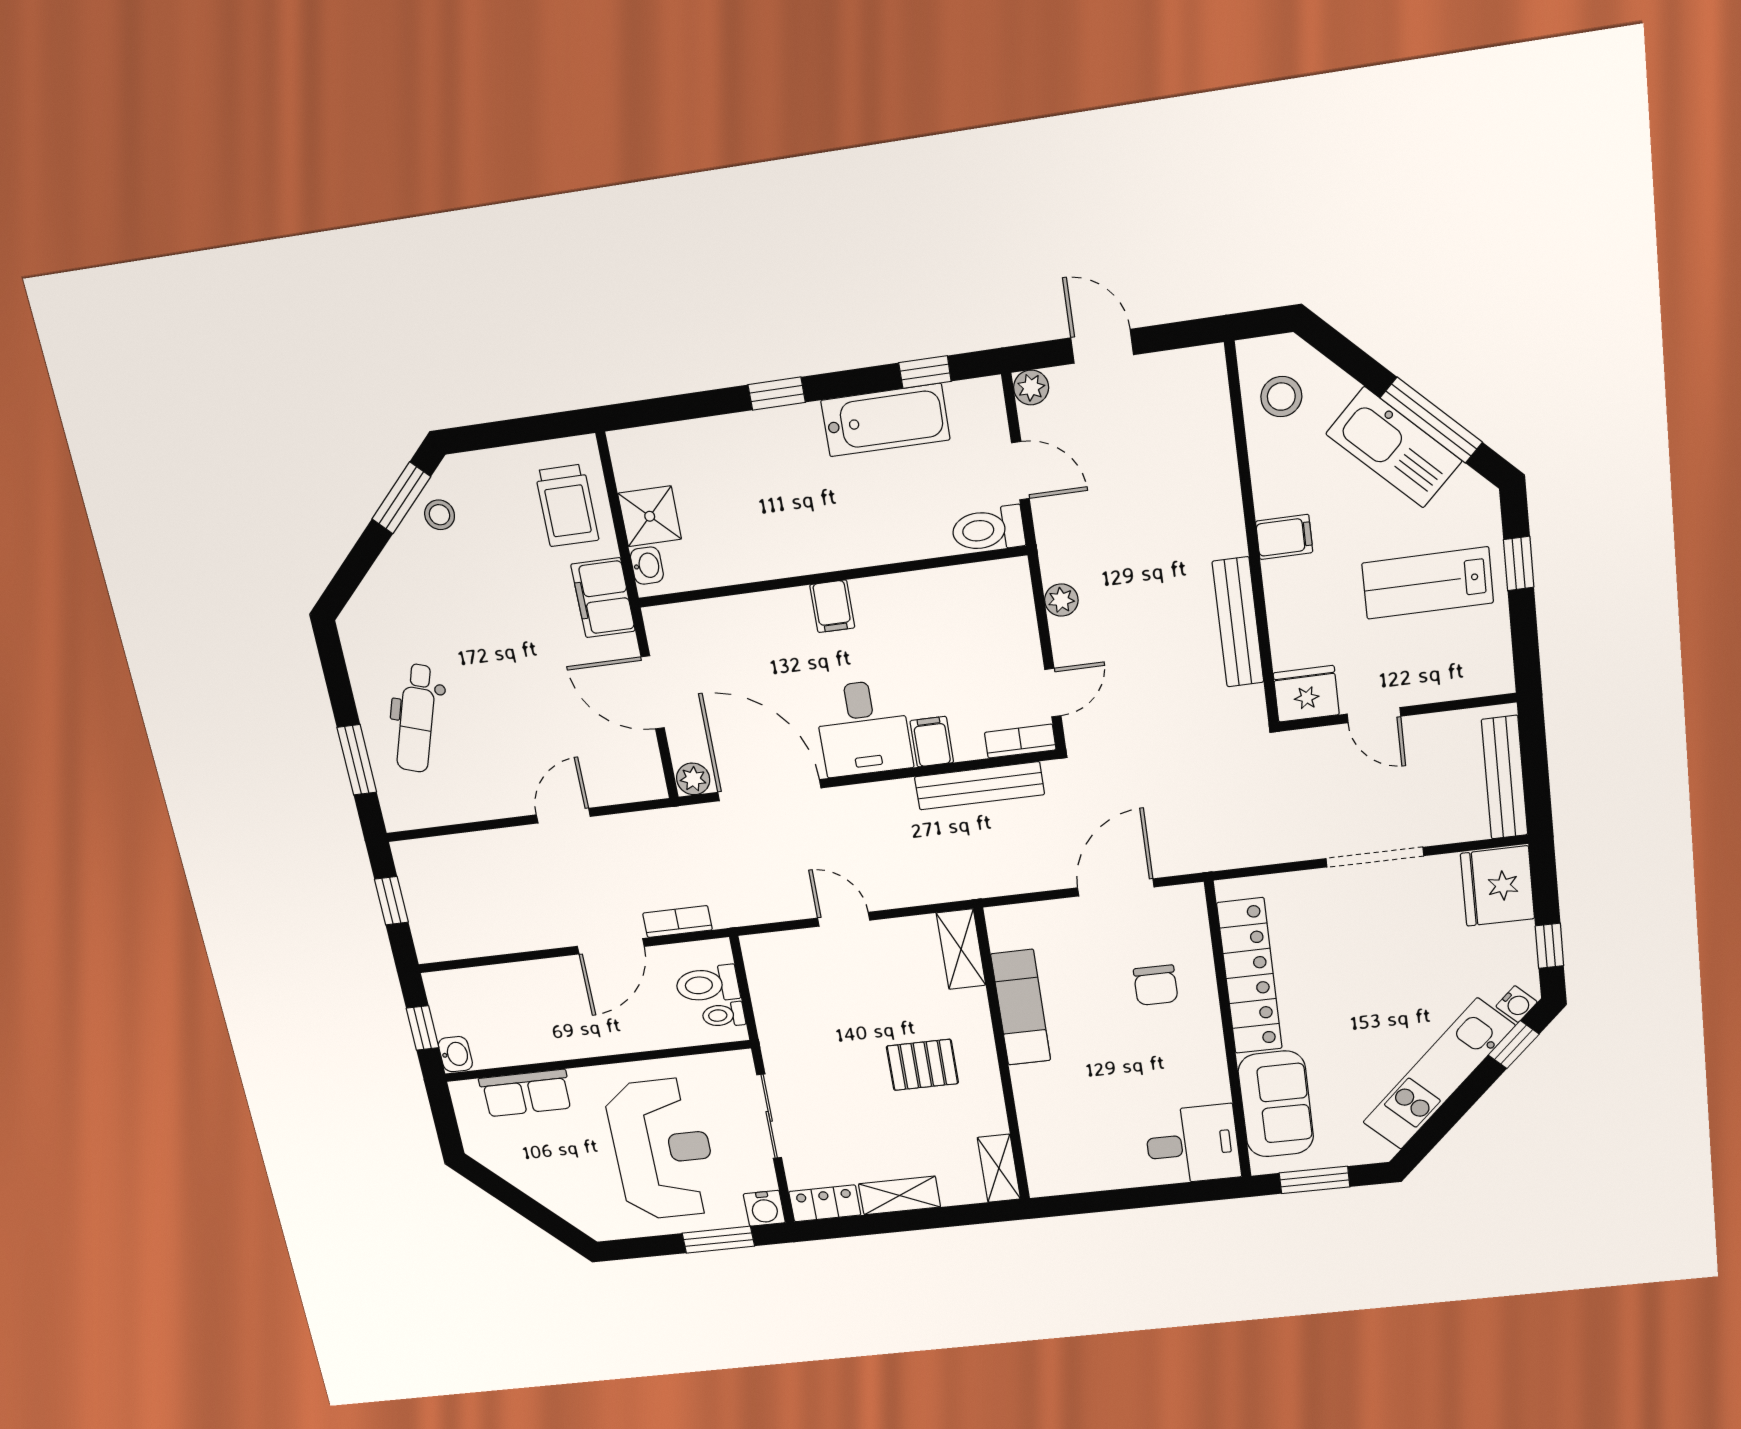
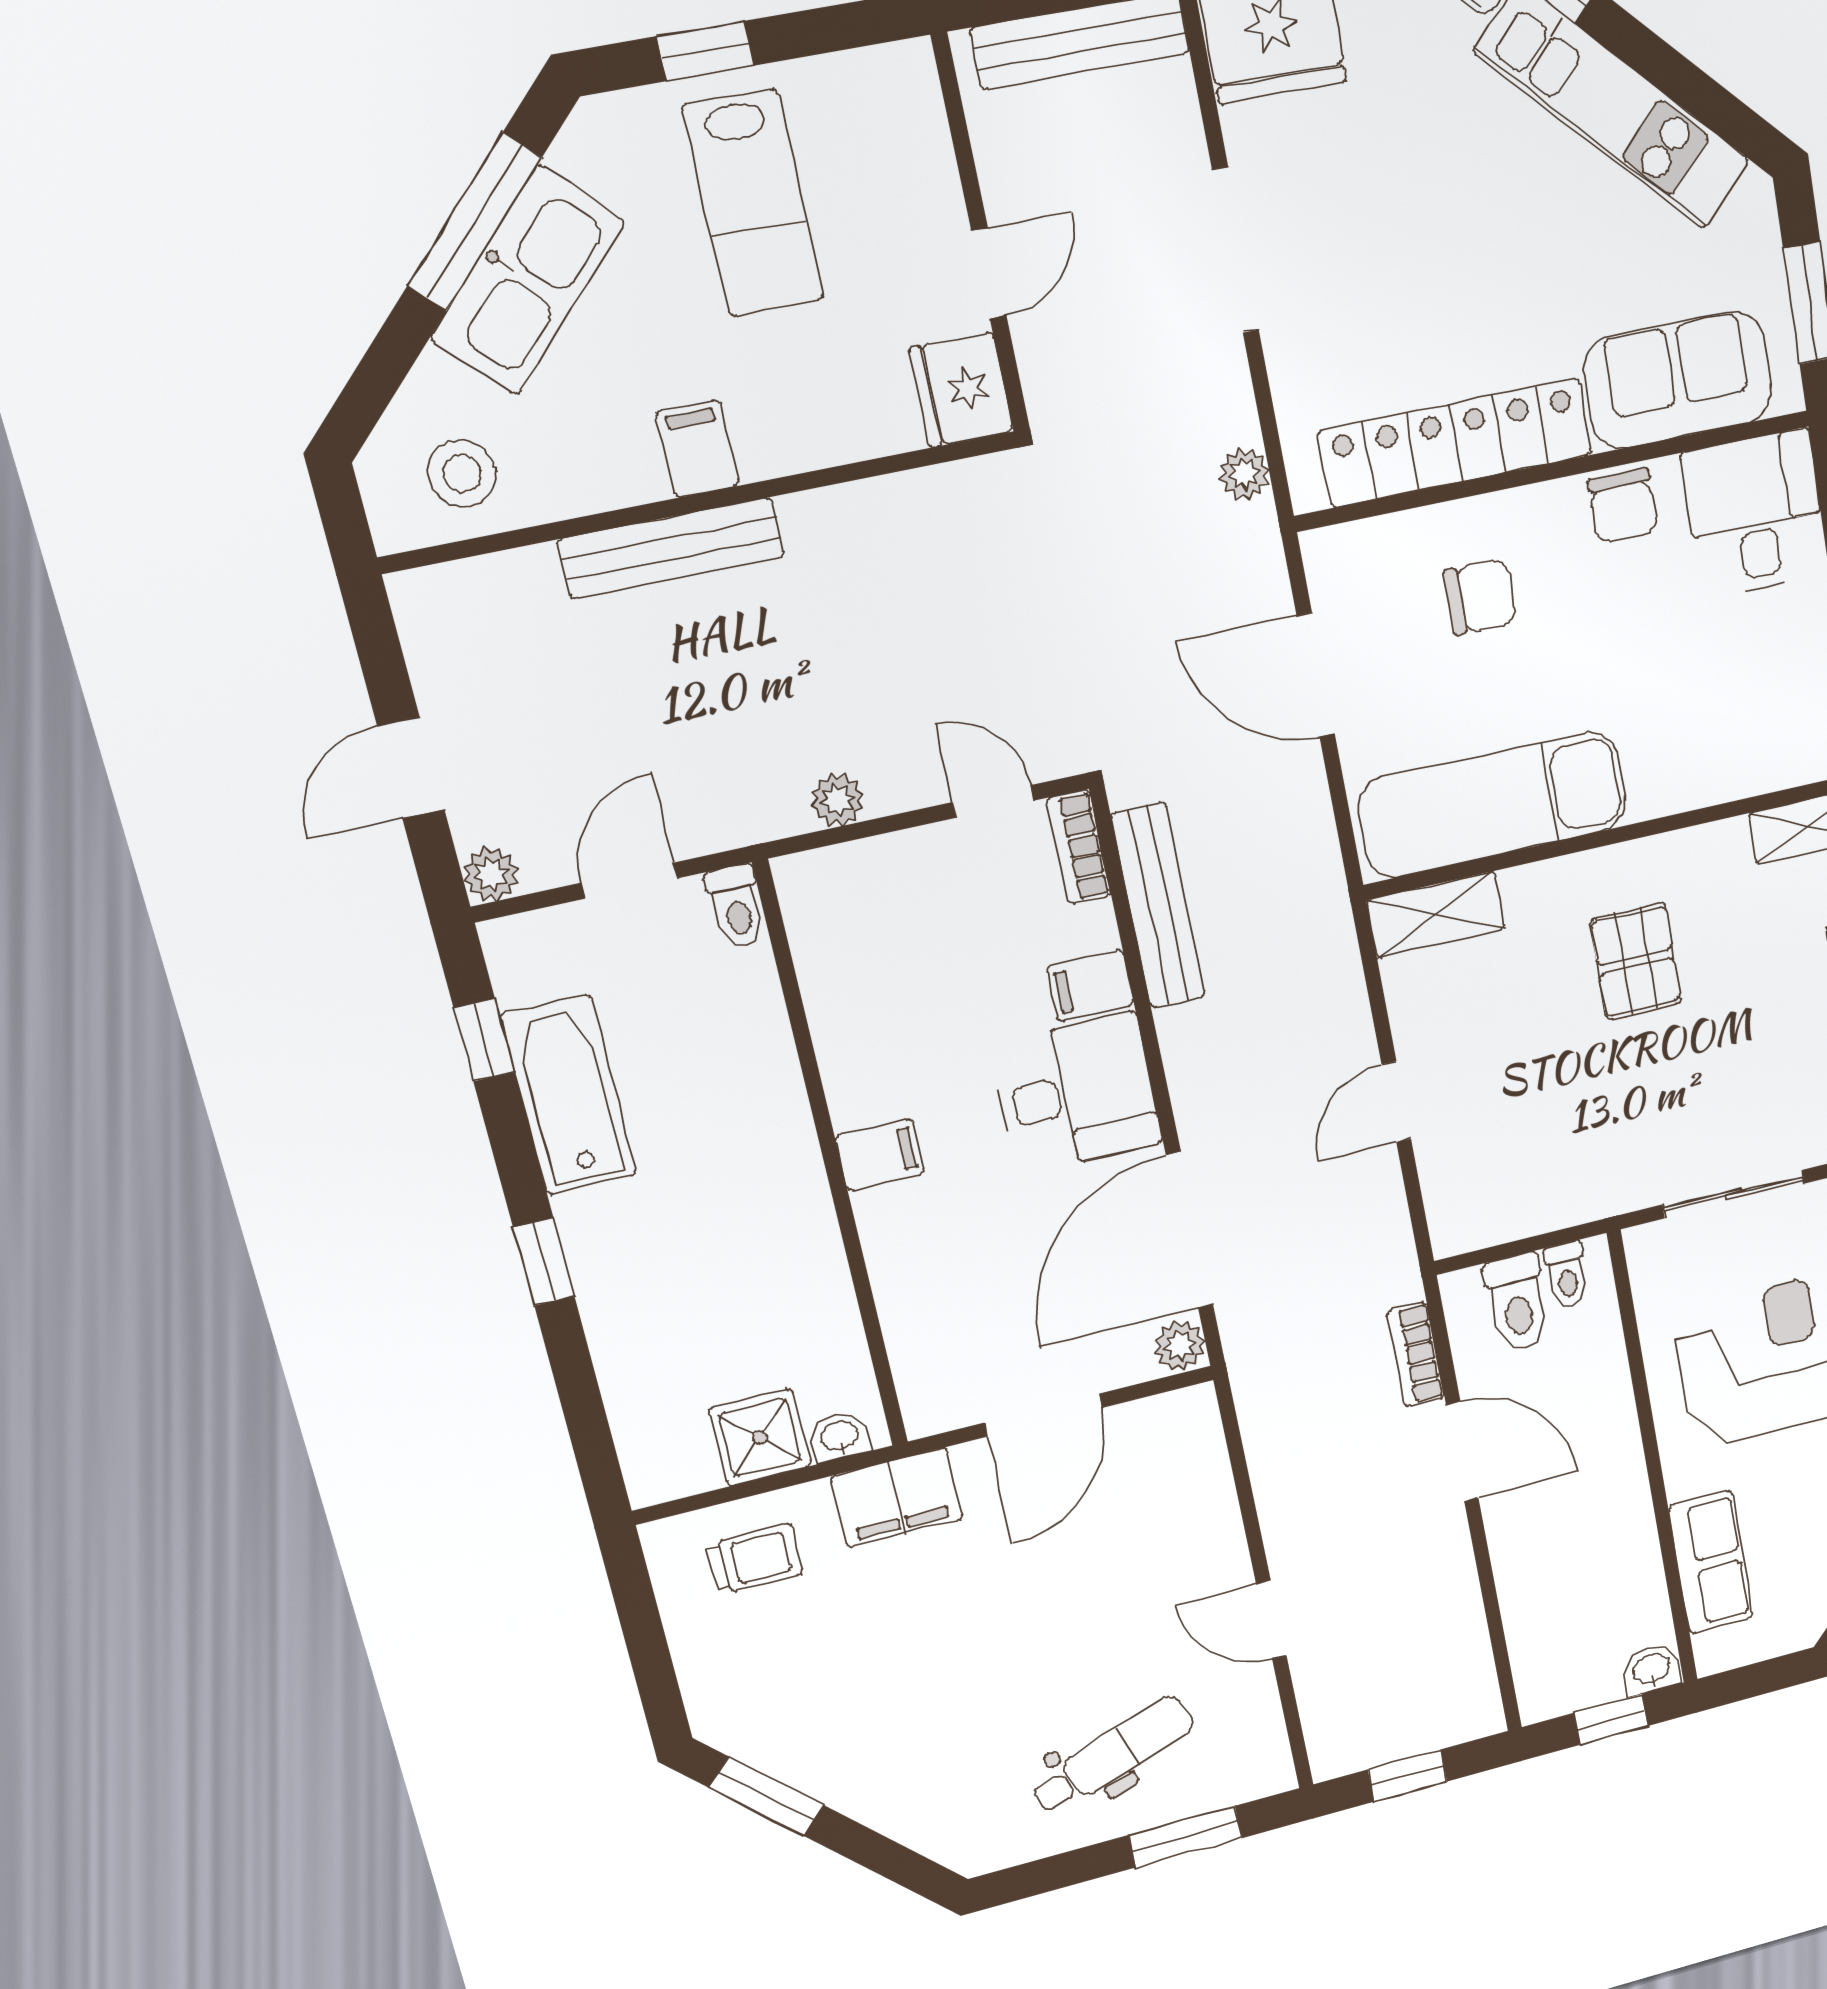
trolley: (567, 506) -> (755, 1559), width x0.73, depth x0.72
stool: (440, 515) -> (788, 1741), removed
toilet: (988, 529) -> (737, 907), width x0.73, depth x0.72
bench: (1238, 622) -> (671, 548), moved
dental chair: (416, 718) -> (1112, 1756), turned -37
door: (563, 816) -> (1271, 1620), moved
plant: (1242, 854) -> (1244, 474), added
exam couch: (1021, 1007) -> (1493, 805), width x1.36, depth x1.45
chair: (1204, 1070) -> (1623, 506), added

